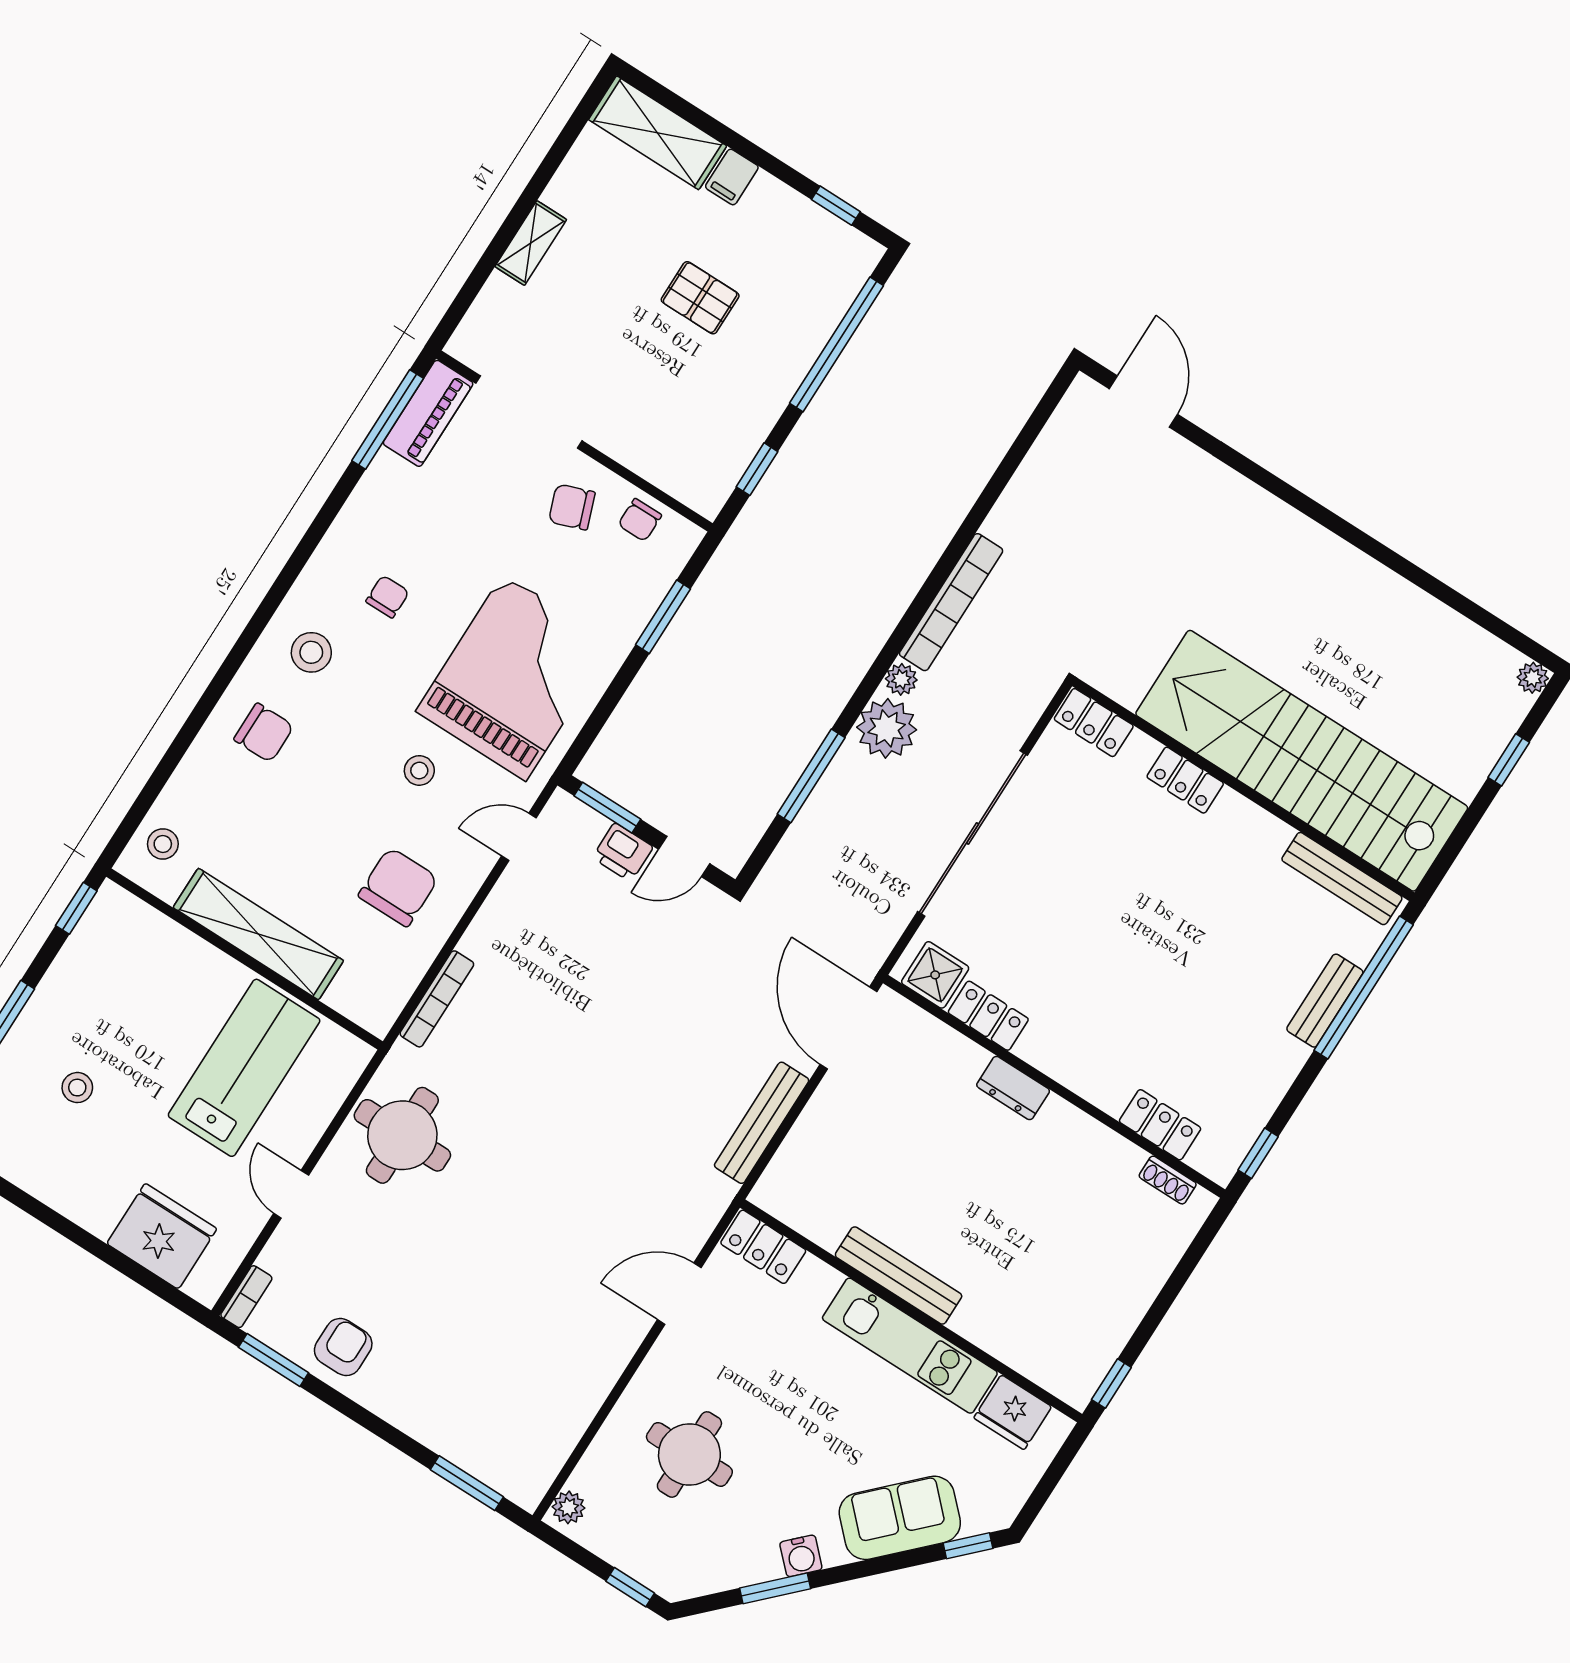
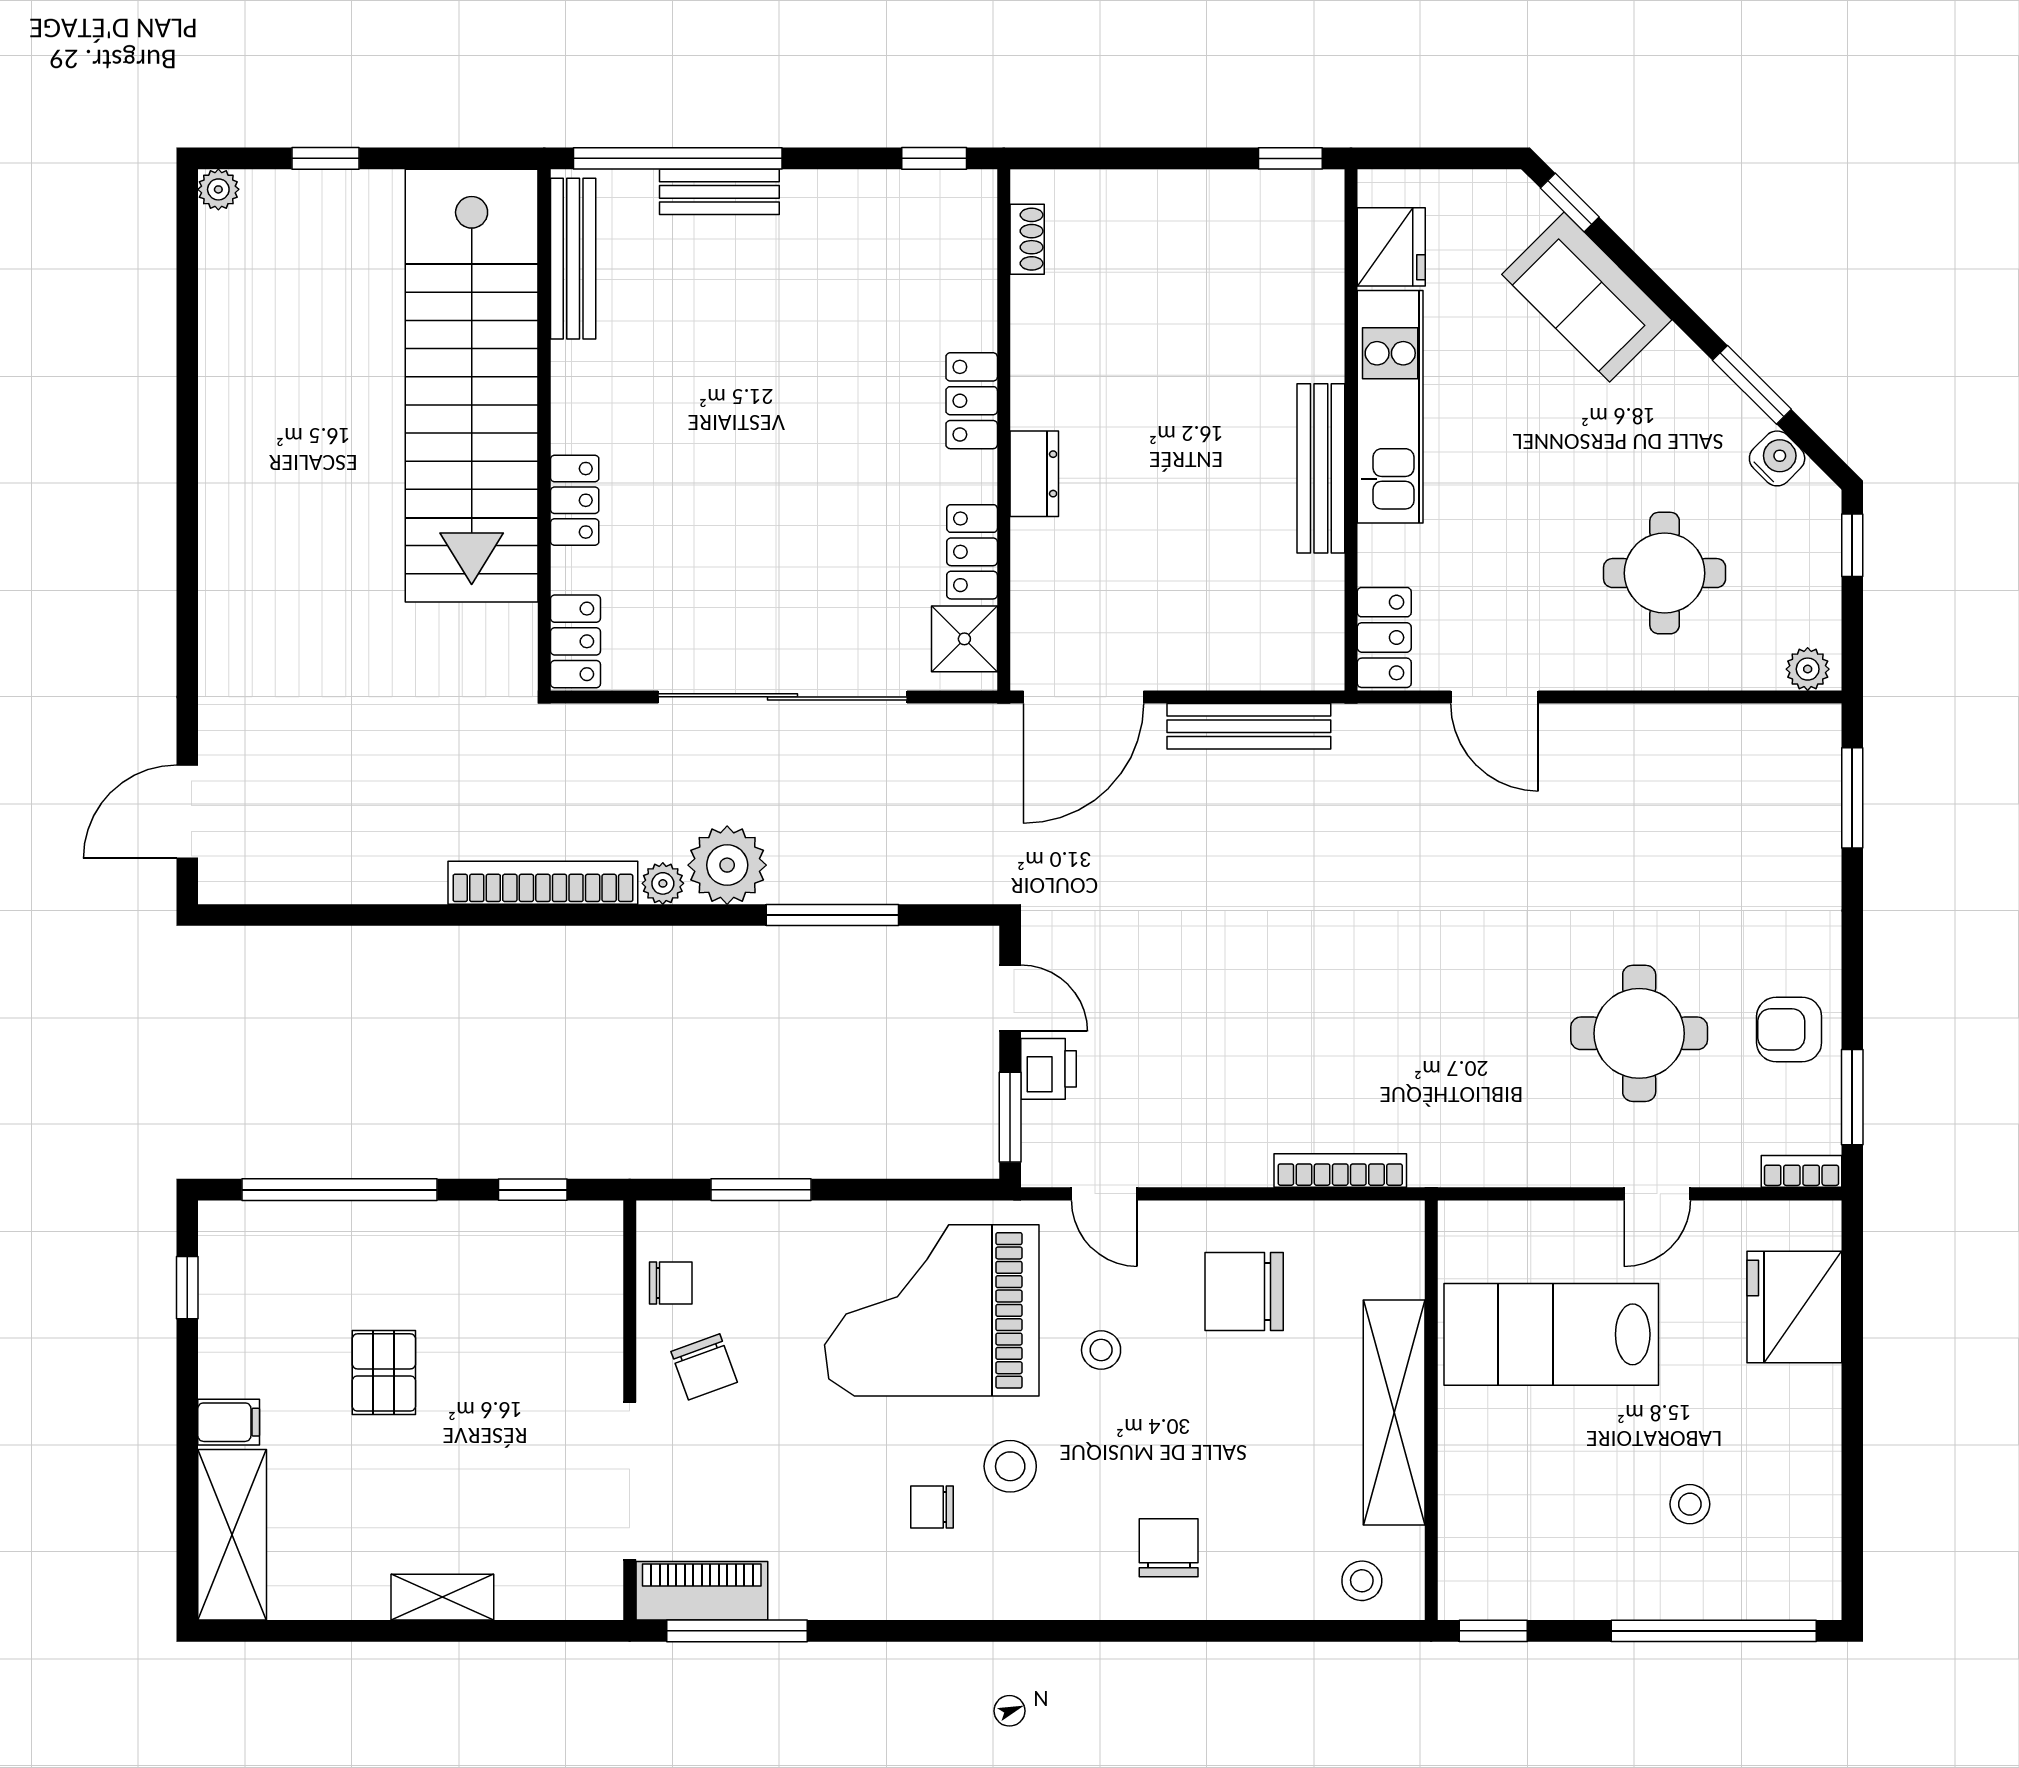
stool: (311, 652) -> (1010, 1466), moved
locker: (1160, 1125) -> (972, 401), moved
round table: (402, 1135) -> (1639, 1033), moved
water cooler: (801, 1556) -> (1777, 458), moved

